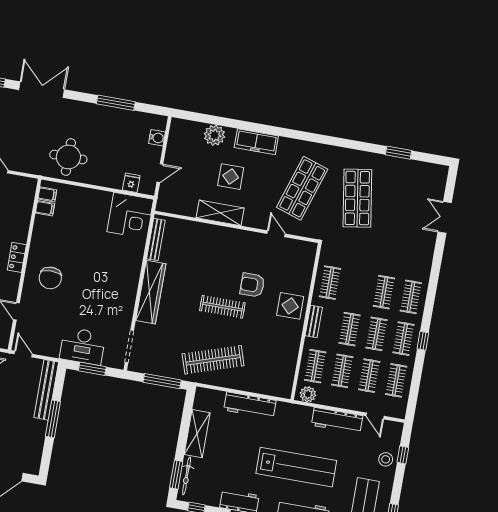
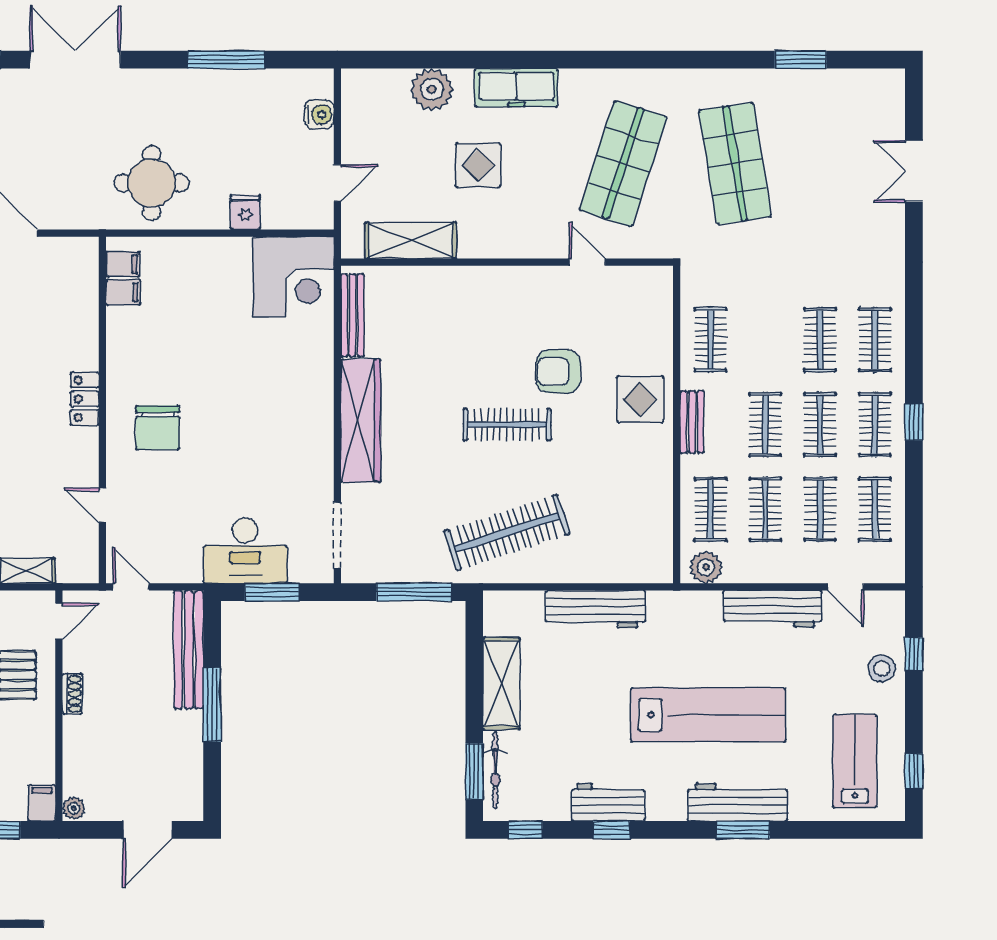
fridge: (131, 183) -> (245, 212), moved
shelving: (220, 213) -> (411, 240), moved

